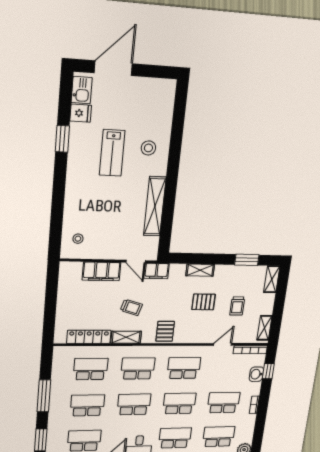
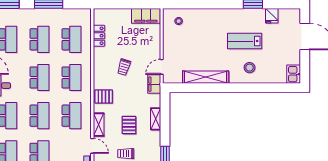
kitchen sink: (82, 90) -> (294, 74), moved, turned 90
filing cabinet: (101, 271) -> (146, 16), moved, turned -90
locker: (89, 337) -> (99, 36), width x0.66
shelving: (126, 337) -> (99, 125), moved

